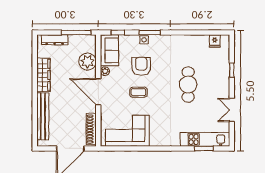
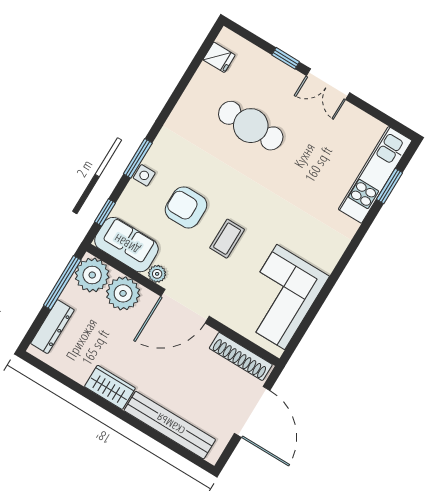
plant: (87, 43) -> (92, 275), added
wardrobe: (43, 75) -> (110, 387), width x0.67
cafe table: (188, 84) -> (251, 126), moved
double door: (232, 110) -> (328, 84), moved

